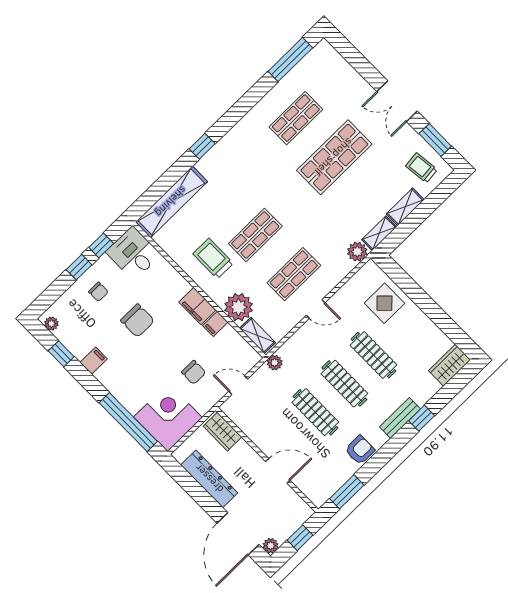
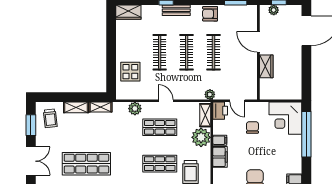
plant: (357, 252) -> (135, 109), moved
printer: (246, 356) -> (220, 111), added
wardrobe: (222, 432) -> (266, 66), moved
dresser: (209, 479) -> (294, 70), removed
plant: (271, 546) -> (274, 10), moved

